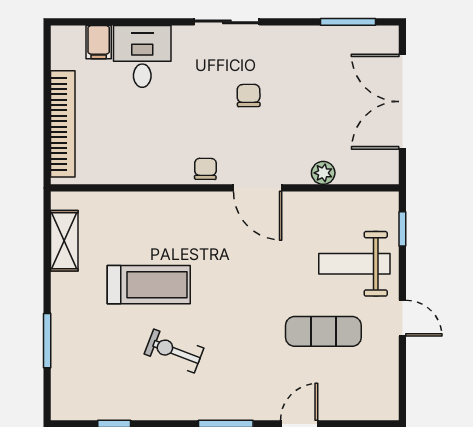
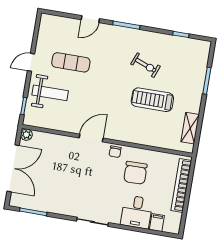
chair: (249, 96) -> (135, 173), moved, width x1.87, depth x1.87
plant: (323, 173) -> (26, 135), moved
door: (258, 188) -> (91, 138), hinge flipped
door: (402, 318) -> (31, 62), hinge flipped

